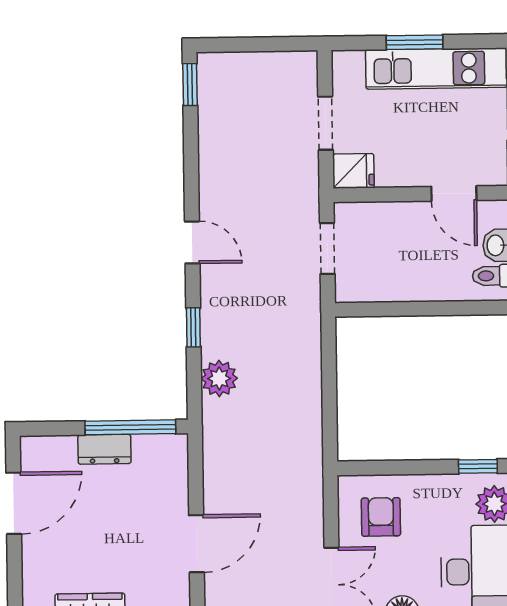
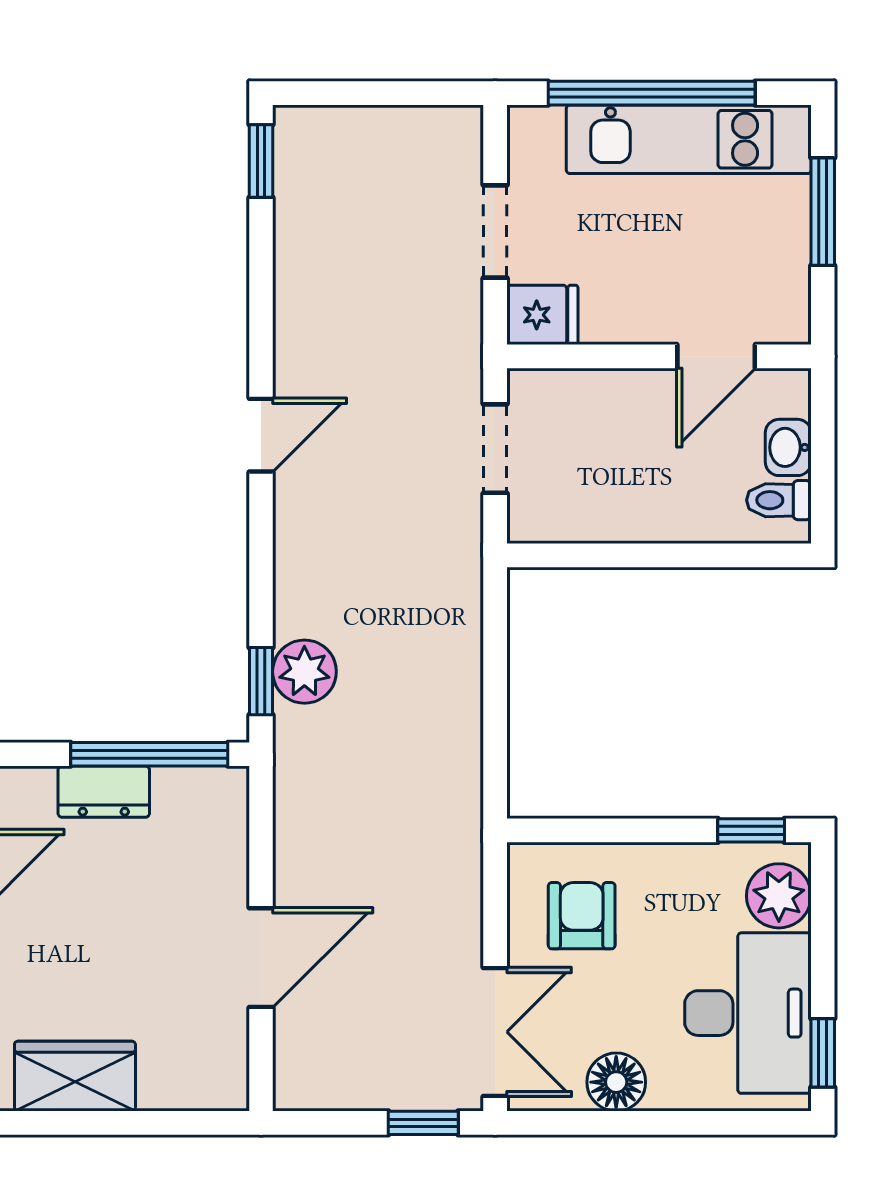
window: (415, 42) -> (652, 93), width x2.11
door: (454, 193) -> (716, 356), hinge flipped
door: (192, 242) -> (261, 435), hinge flipped
window: (193, 327) -> (261, 681), moved

